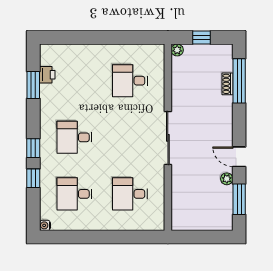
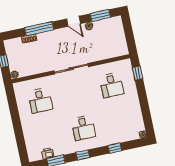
window: (239, 81) -> (39, 29), moved
window: (33, 148) -> (83, 155), moved
door: (239, 157) -> (73, 21), hinge flipped
desk: (74, 194) -> (119, 120), removed
window: (140, 237) -> (137, 73), added

